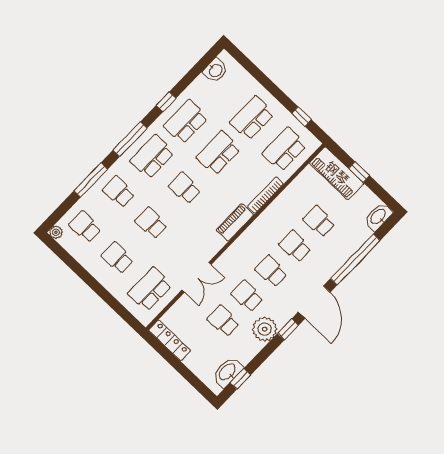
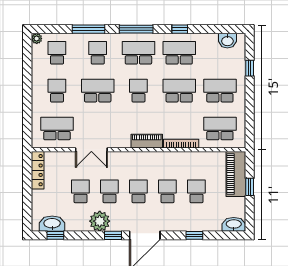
window: (301, 117) -> (250, 68), moved
school desk: (151, 223) -> (98, 91), width x1.85
window: (355, 260) -> (194, 235), width x0.32

